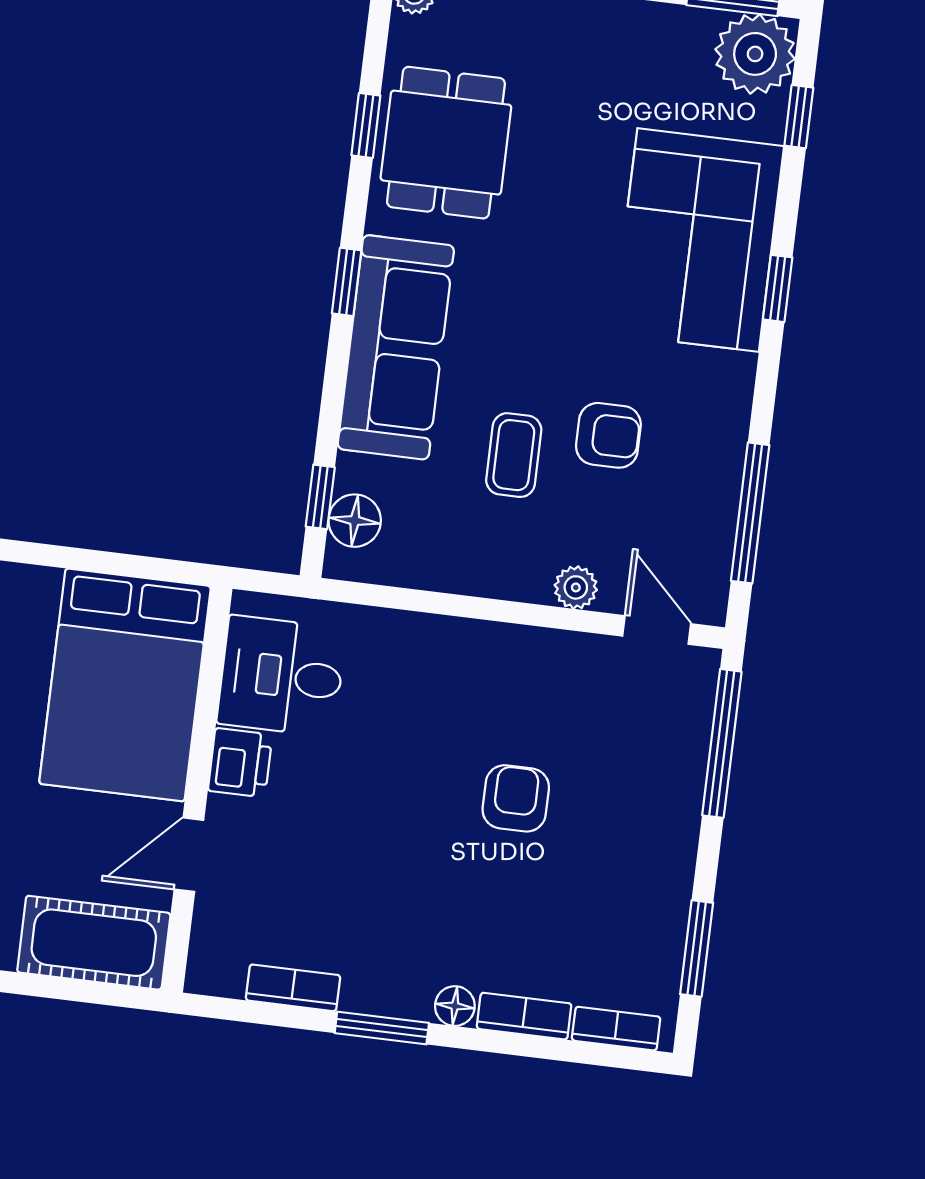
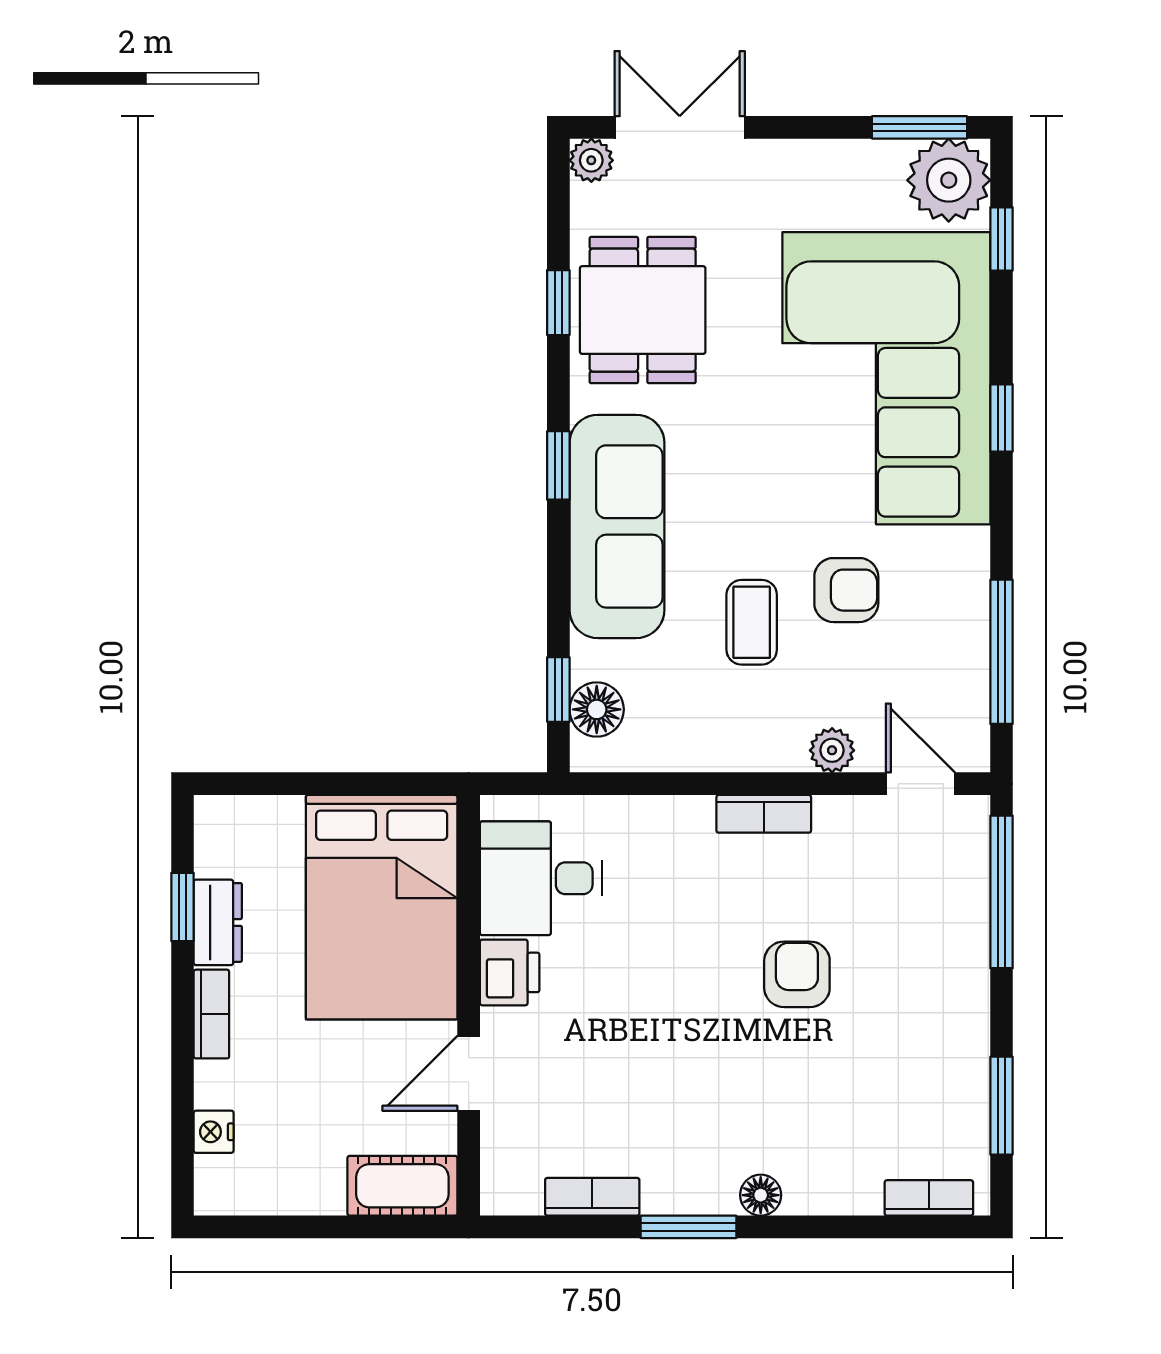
corner sofa: (698, 240) -> (886, 378), width x1.36, depth x1.36
cot: (94, 943) -> (402, 1186), width x0.73, depth x0.75
bookcase: (524, 1016) -> (764, 814), moved, turned 180

